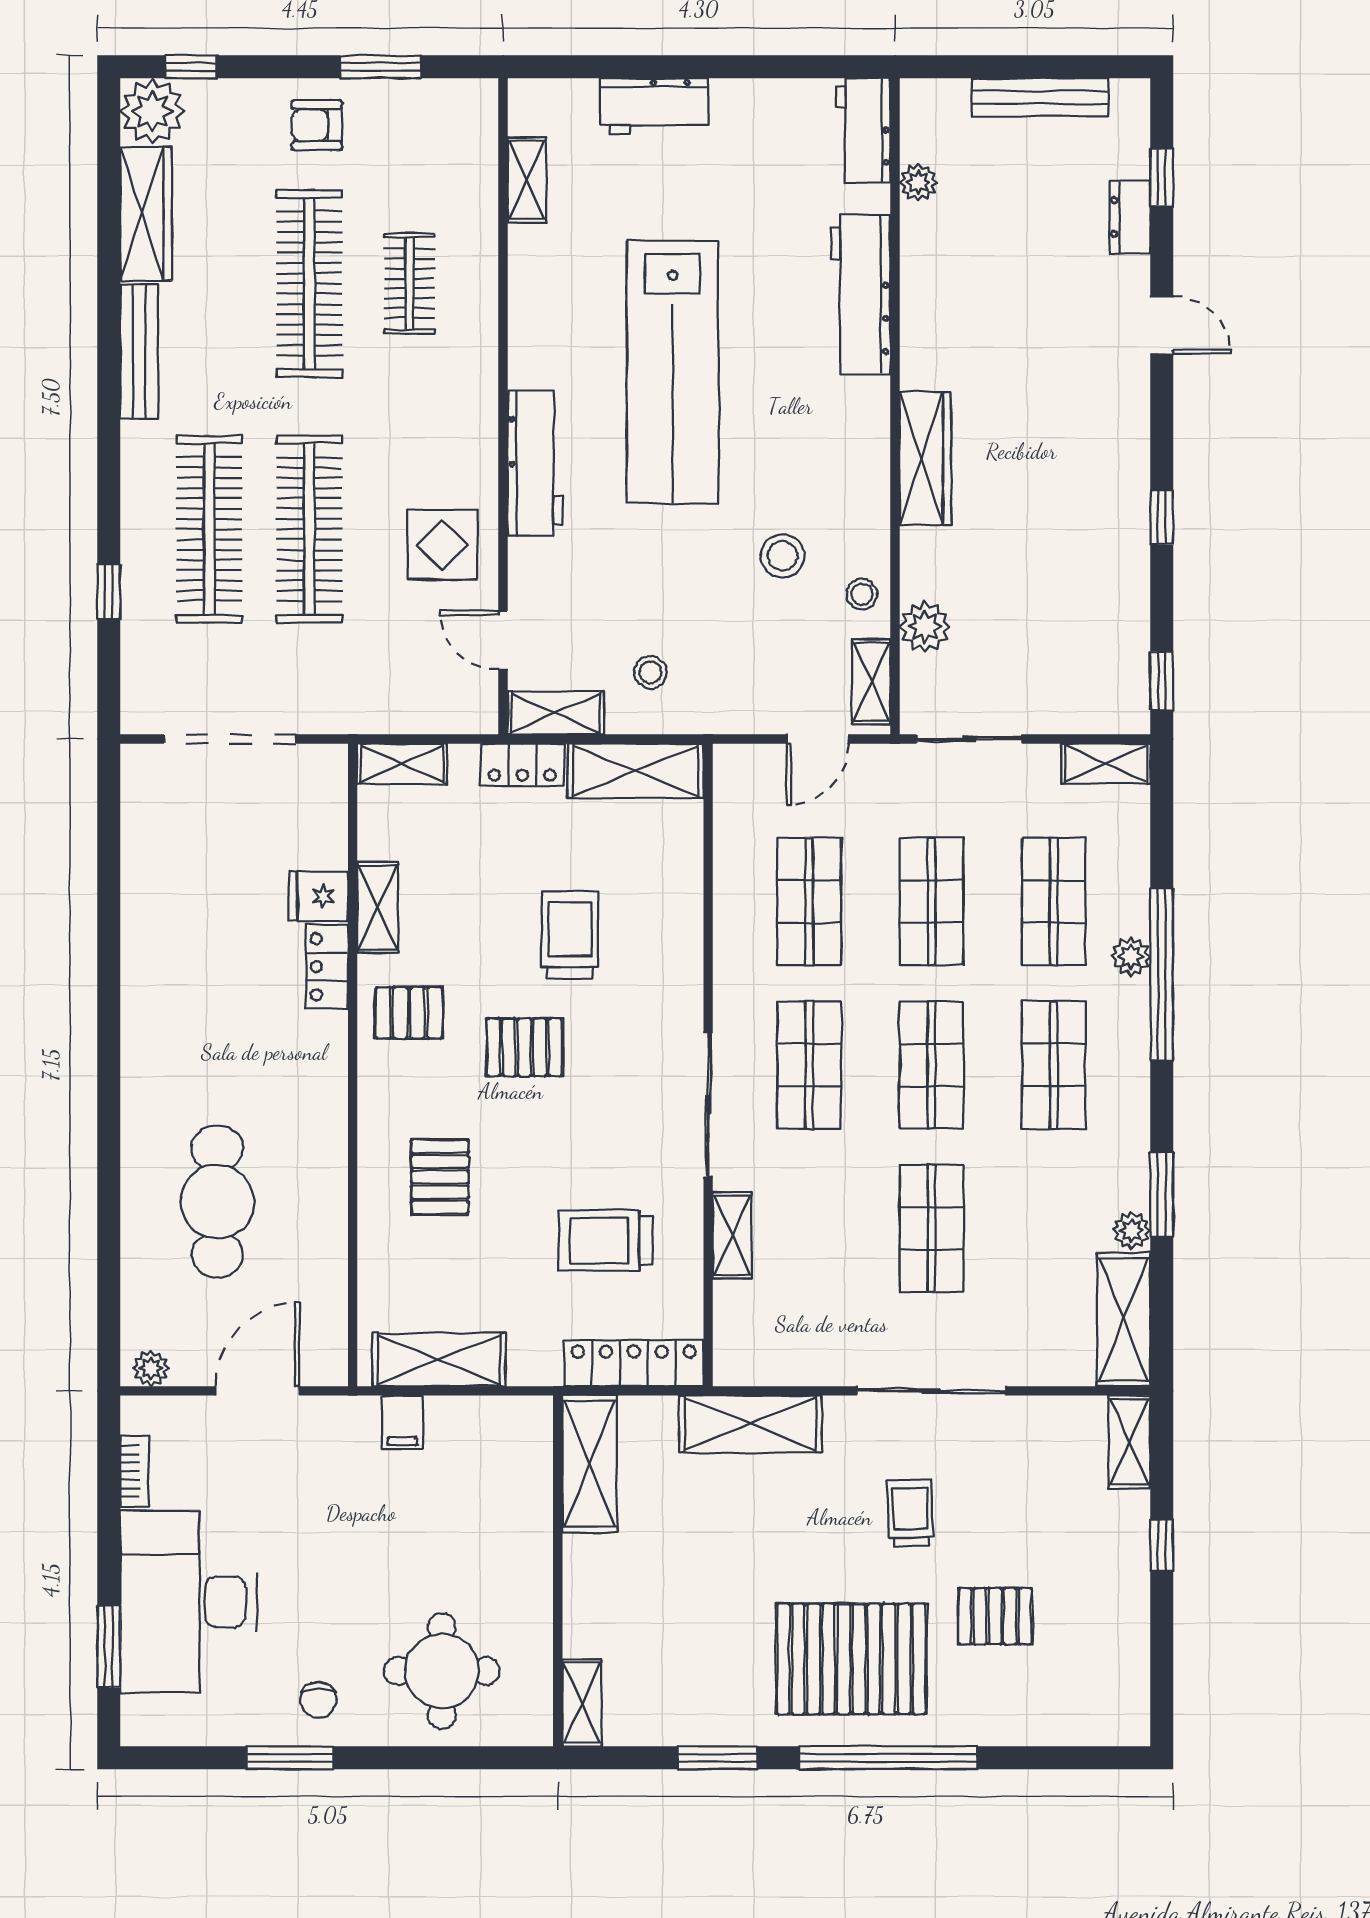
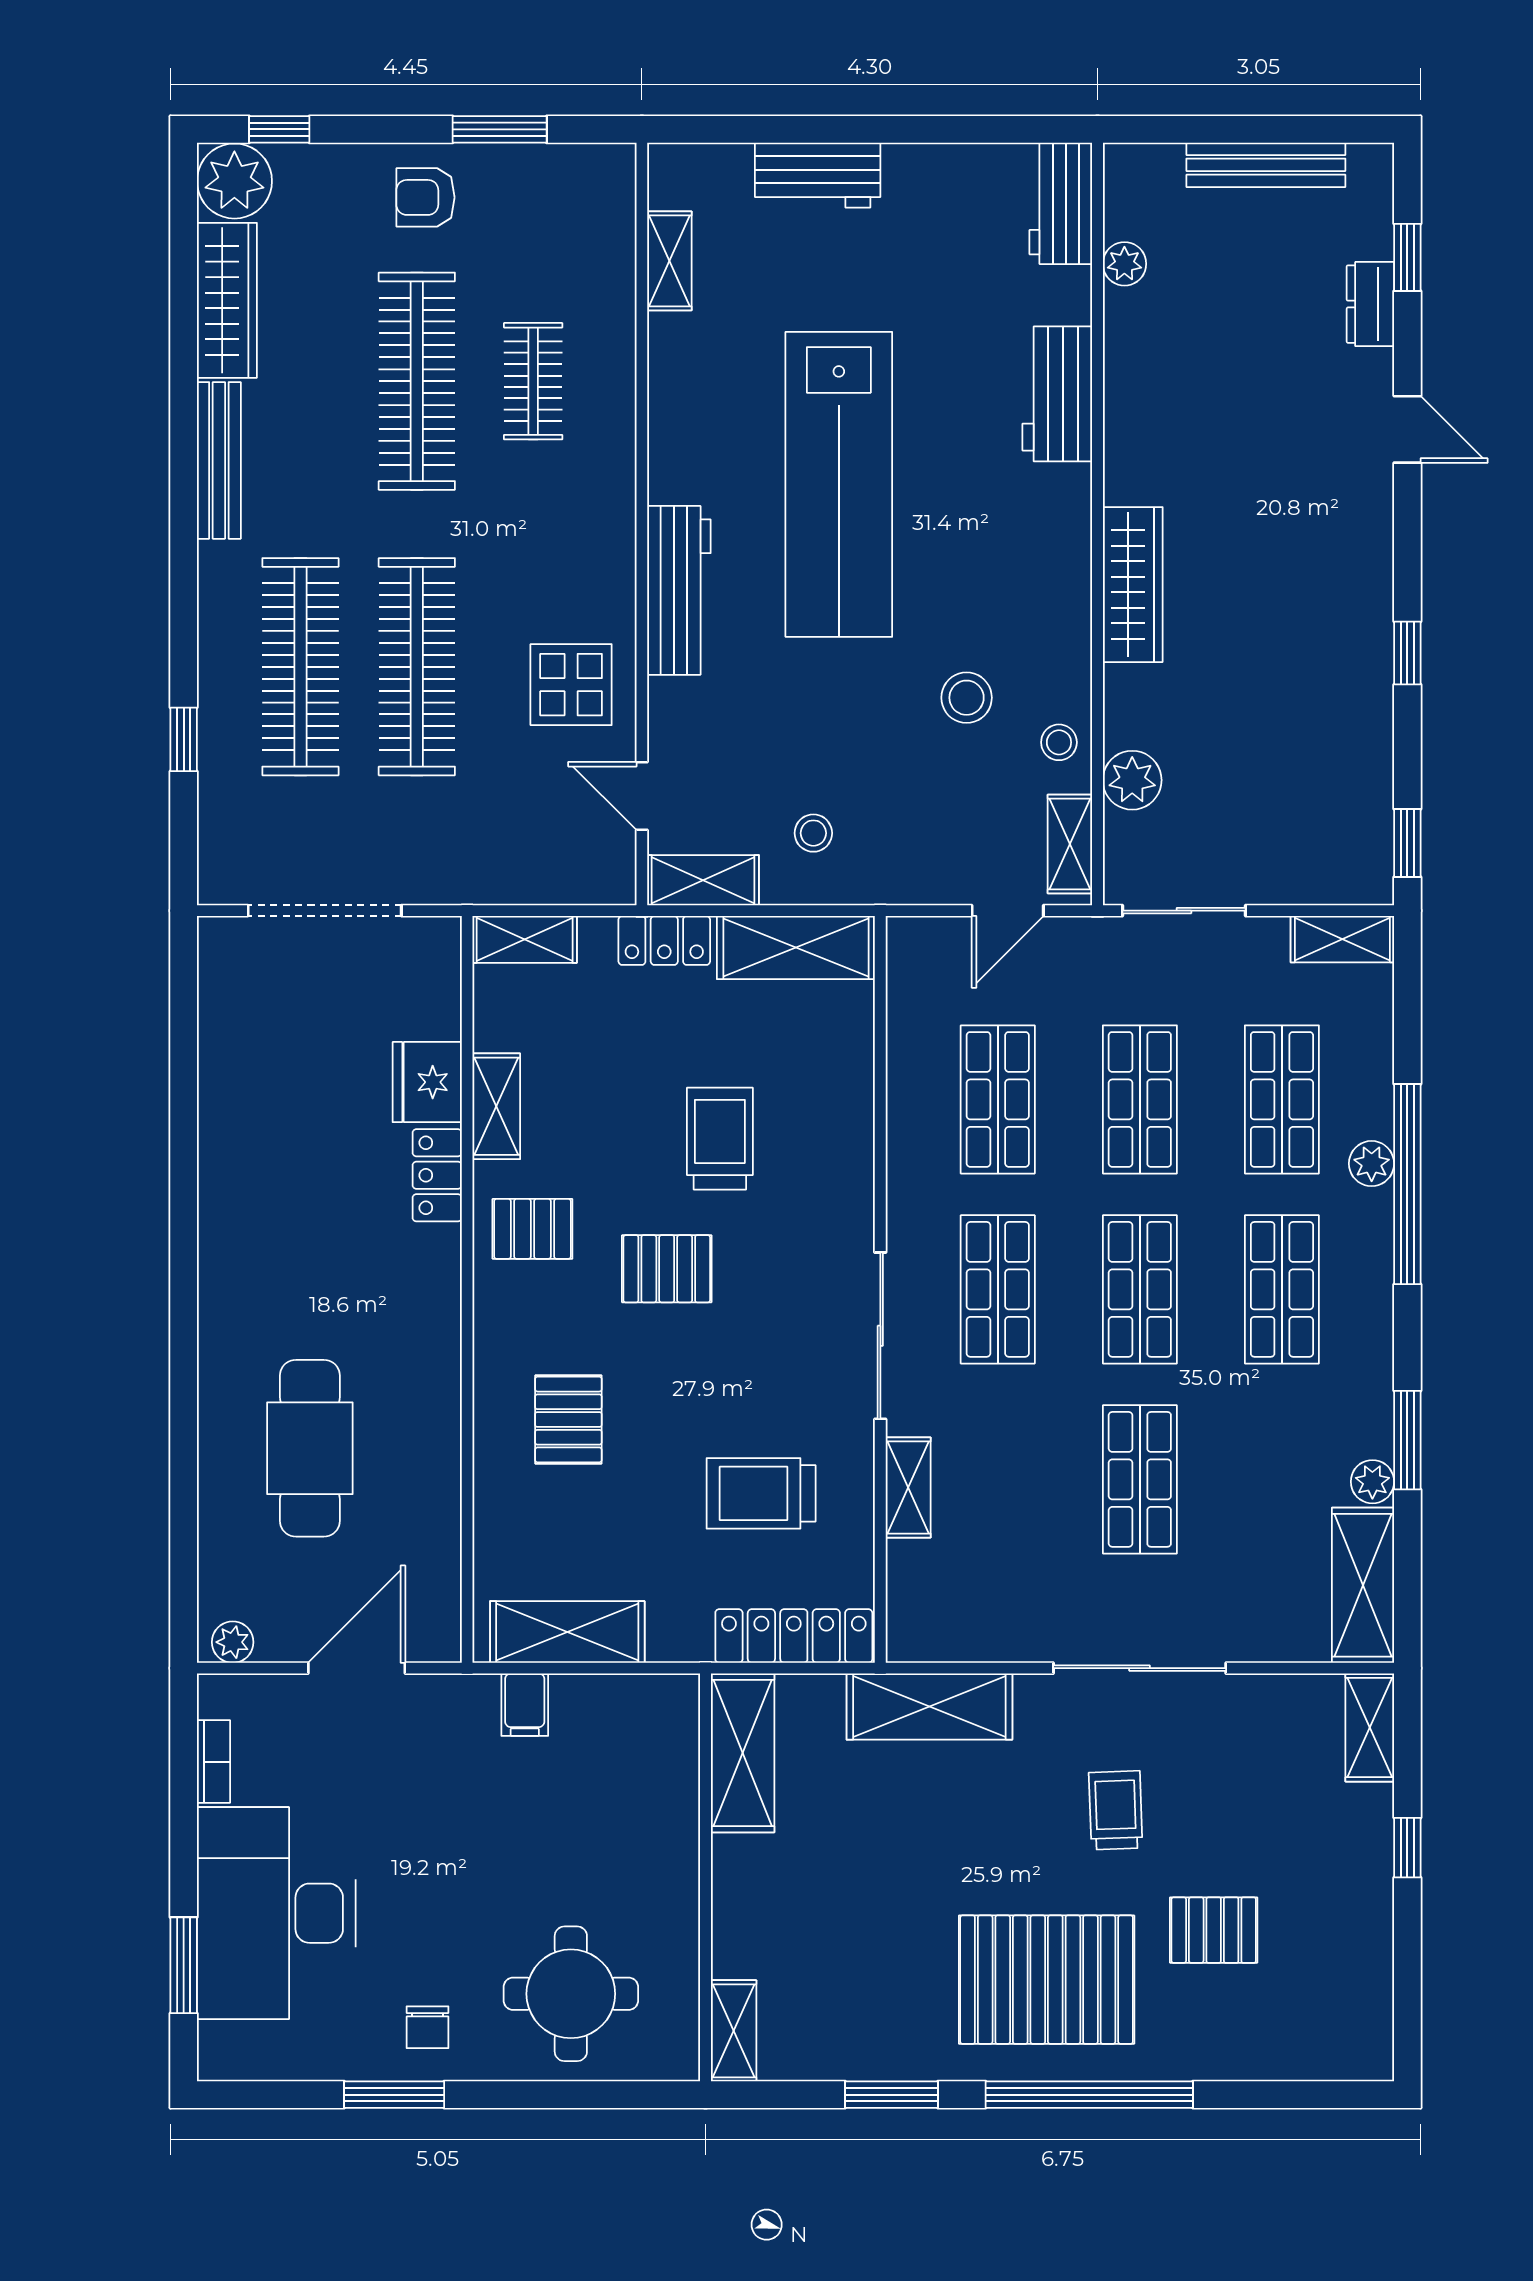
workbench: (860, 294) -> (1057, 394), width x0.73
fridge: (318, 896) -> (427, 1082), width x1.38

